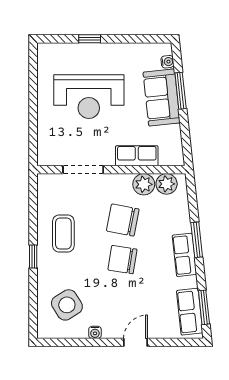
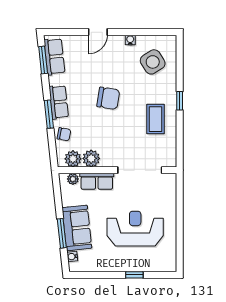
plant: (167, 159) -> (73, 179), added
doorway: (83, 170) -> (140, 170), width x1.36
chair: (123, 220) -> (64, 134), moved, width x0.54, depth x0.54

